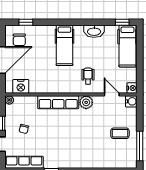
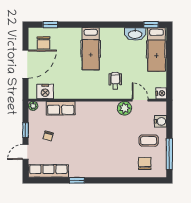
washbasin: (94, 31) -> (135, 34), moved
water cooler: (131, 101) -> (160, 121), moved
row of seats: (58, 102) -> (61, 108), moved, width x0.68
plant: (86, 102) -> (125, 108), moved
chair: (116, 155) -> (145, 163), added

